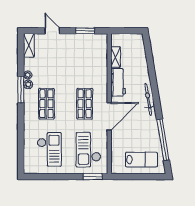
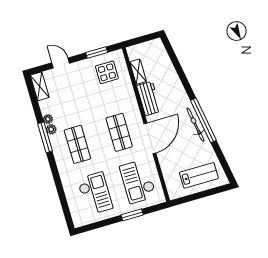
display table: (89, 50) -> (107, 72), added
bicycle: (148, 99) -> (195, 125), moved
window: (163, 140) -> (203, 120), moved
window: (93, 177) -> (132, 215), moved

